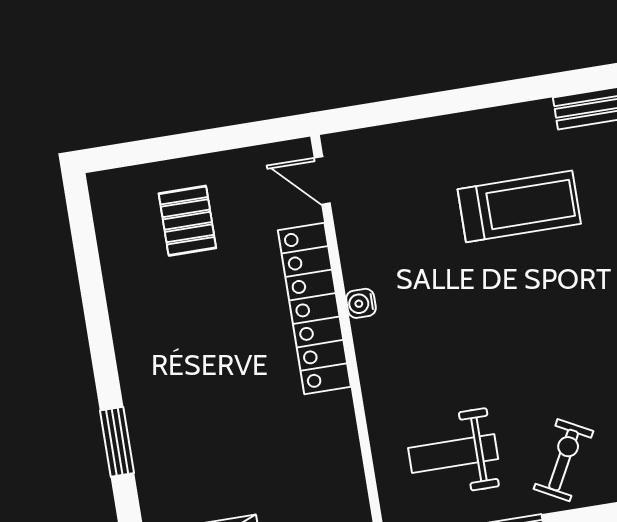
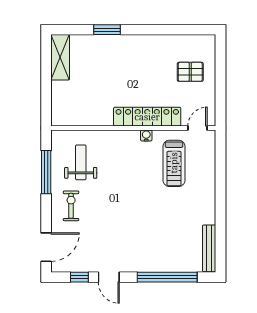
treadmill: (519, 206) -> (174, 163), moved
exercise bike: (564, 460) -> (71, 206), turned -118

